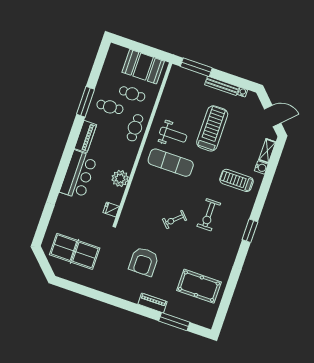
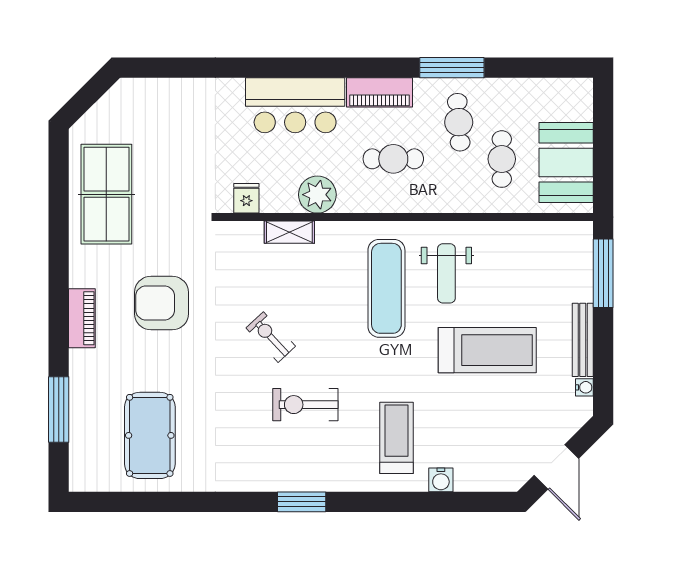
cafe table: (135, 128) -> (393, 159), moved
shelving: (267, 151) -> (289, 232), moved
table tennis table: (75, 251) -> (106, 194), moved
piano: (153, 303) -> (82, 318), moved

